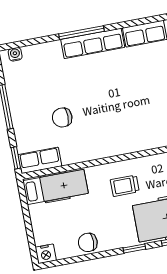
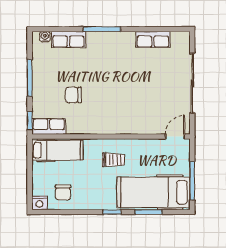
row of seats: (93, 43) -> (68, 39), moved, width x0.68
trolley: (125, 186) -> (114, 160), turned 180
chair: (88, 242) -> (63, 192), moved, turned -90

